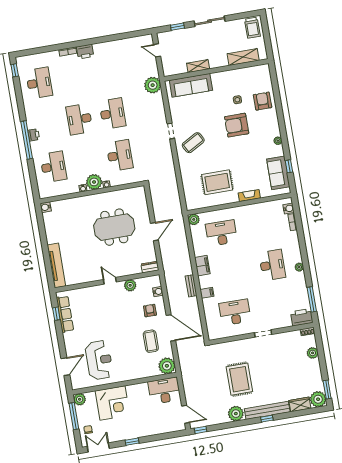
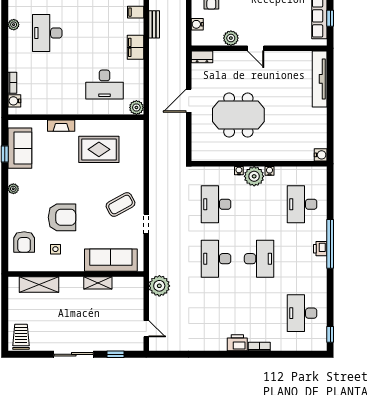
shelving: (243, 57) -> (39, 284), moved
shelving: (198, 66) -> (98, 283), moved
wall: (216, 70) -> (76, 274), moved
sofa: (191, 85) -> (111, 260), moved

